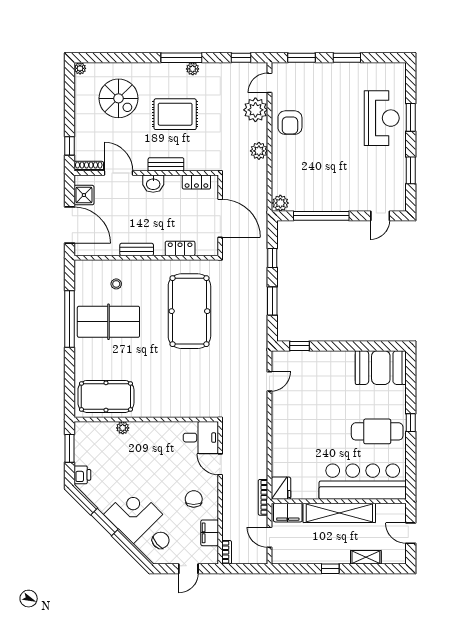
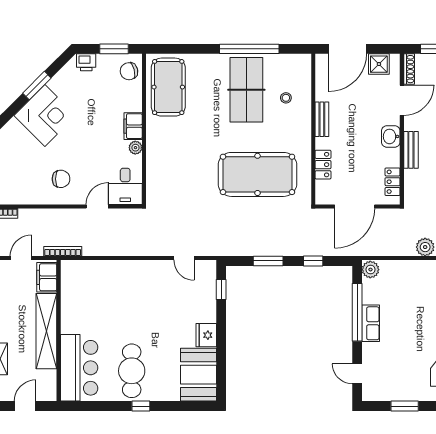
row of seats: (332, 203) -> (371, 323), added
plant: (123, 428) -> (135, 148), moved
bar counter: (363, 482) -> (79, 368), width x0.73
fridge: (281, 488) -> (206, 335), moved, turned 90
filing cabinet: (210, 533) -> (133, 126), moved, turned -90
chair: (161, 540) -> (129, 71), moved, turned 116

